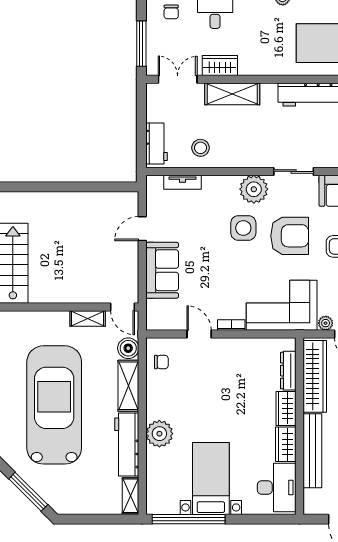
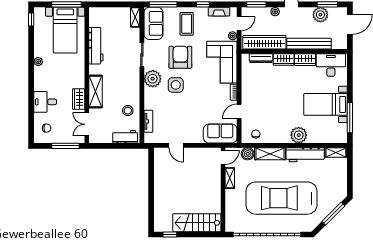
sofa: (162, 270) -> (220, 134), moved
window: (189, 519) -> (350, 118), width x0.68

